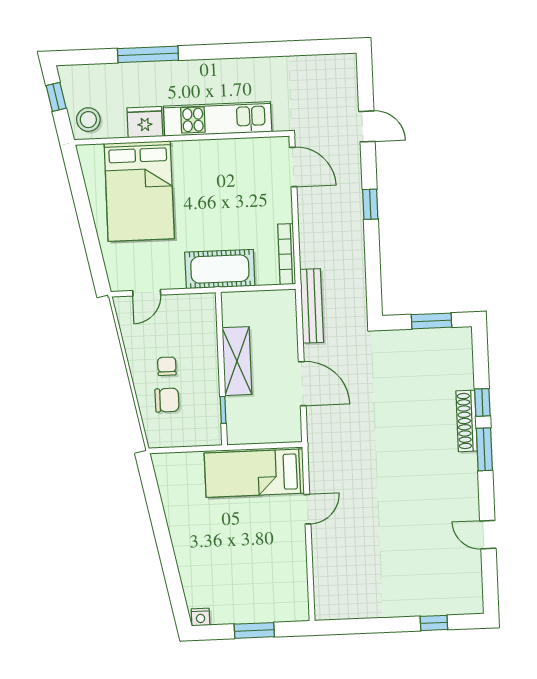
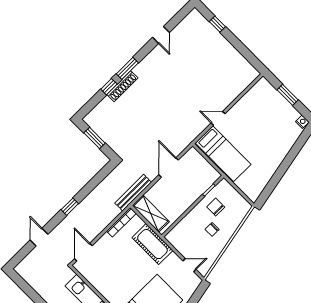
shelving: (237, 361) -> (151, 214), moved, turned 90
chair: (167, 400) -> (216, 207), moved

